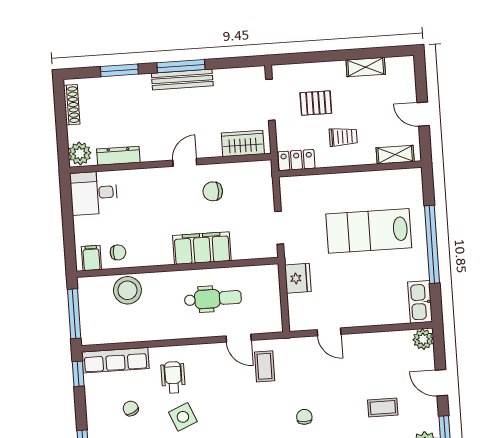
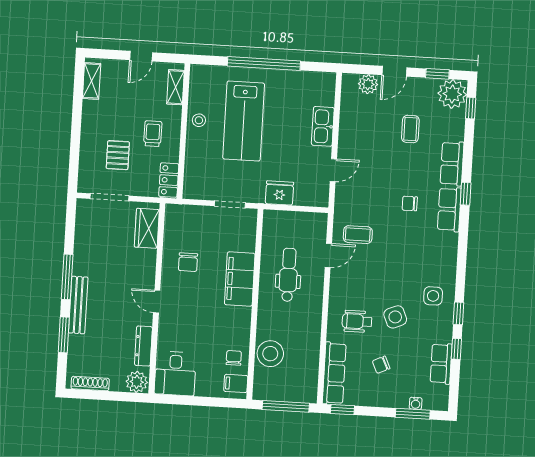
shelving: (366, 67) -> (92, 81), moved
bench: (182, 79) -> (78, 305), moved
door: (185, 162) -> (157, 302), moved
stool: (364, 184) -> (199, 120), added
kitchen sink: (420, 302) -> (323, 126), moved, turned 90
plant: (423, 339) -> (368, 84), moved

